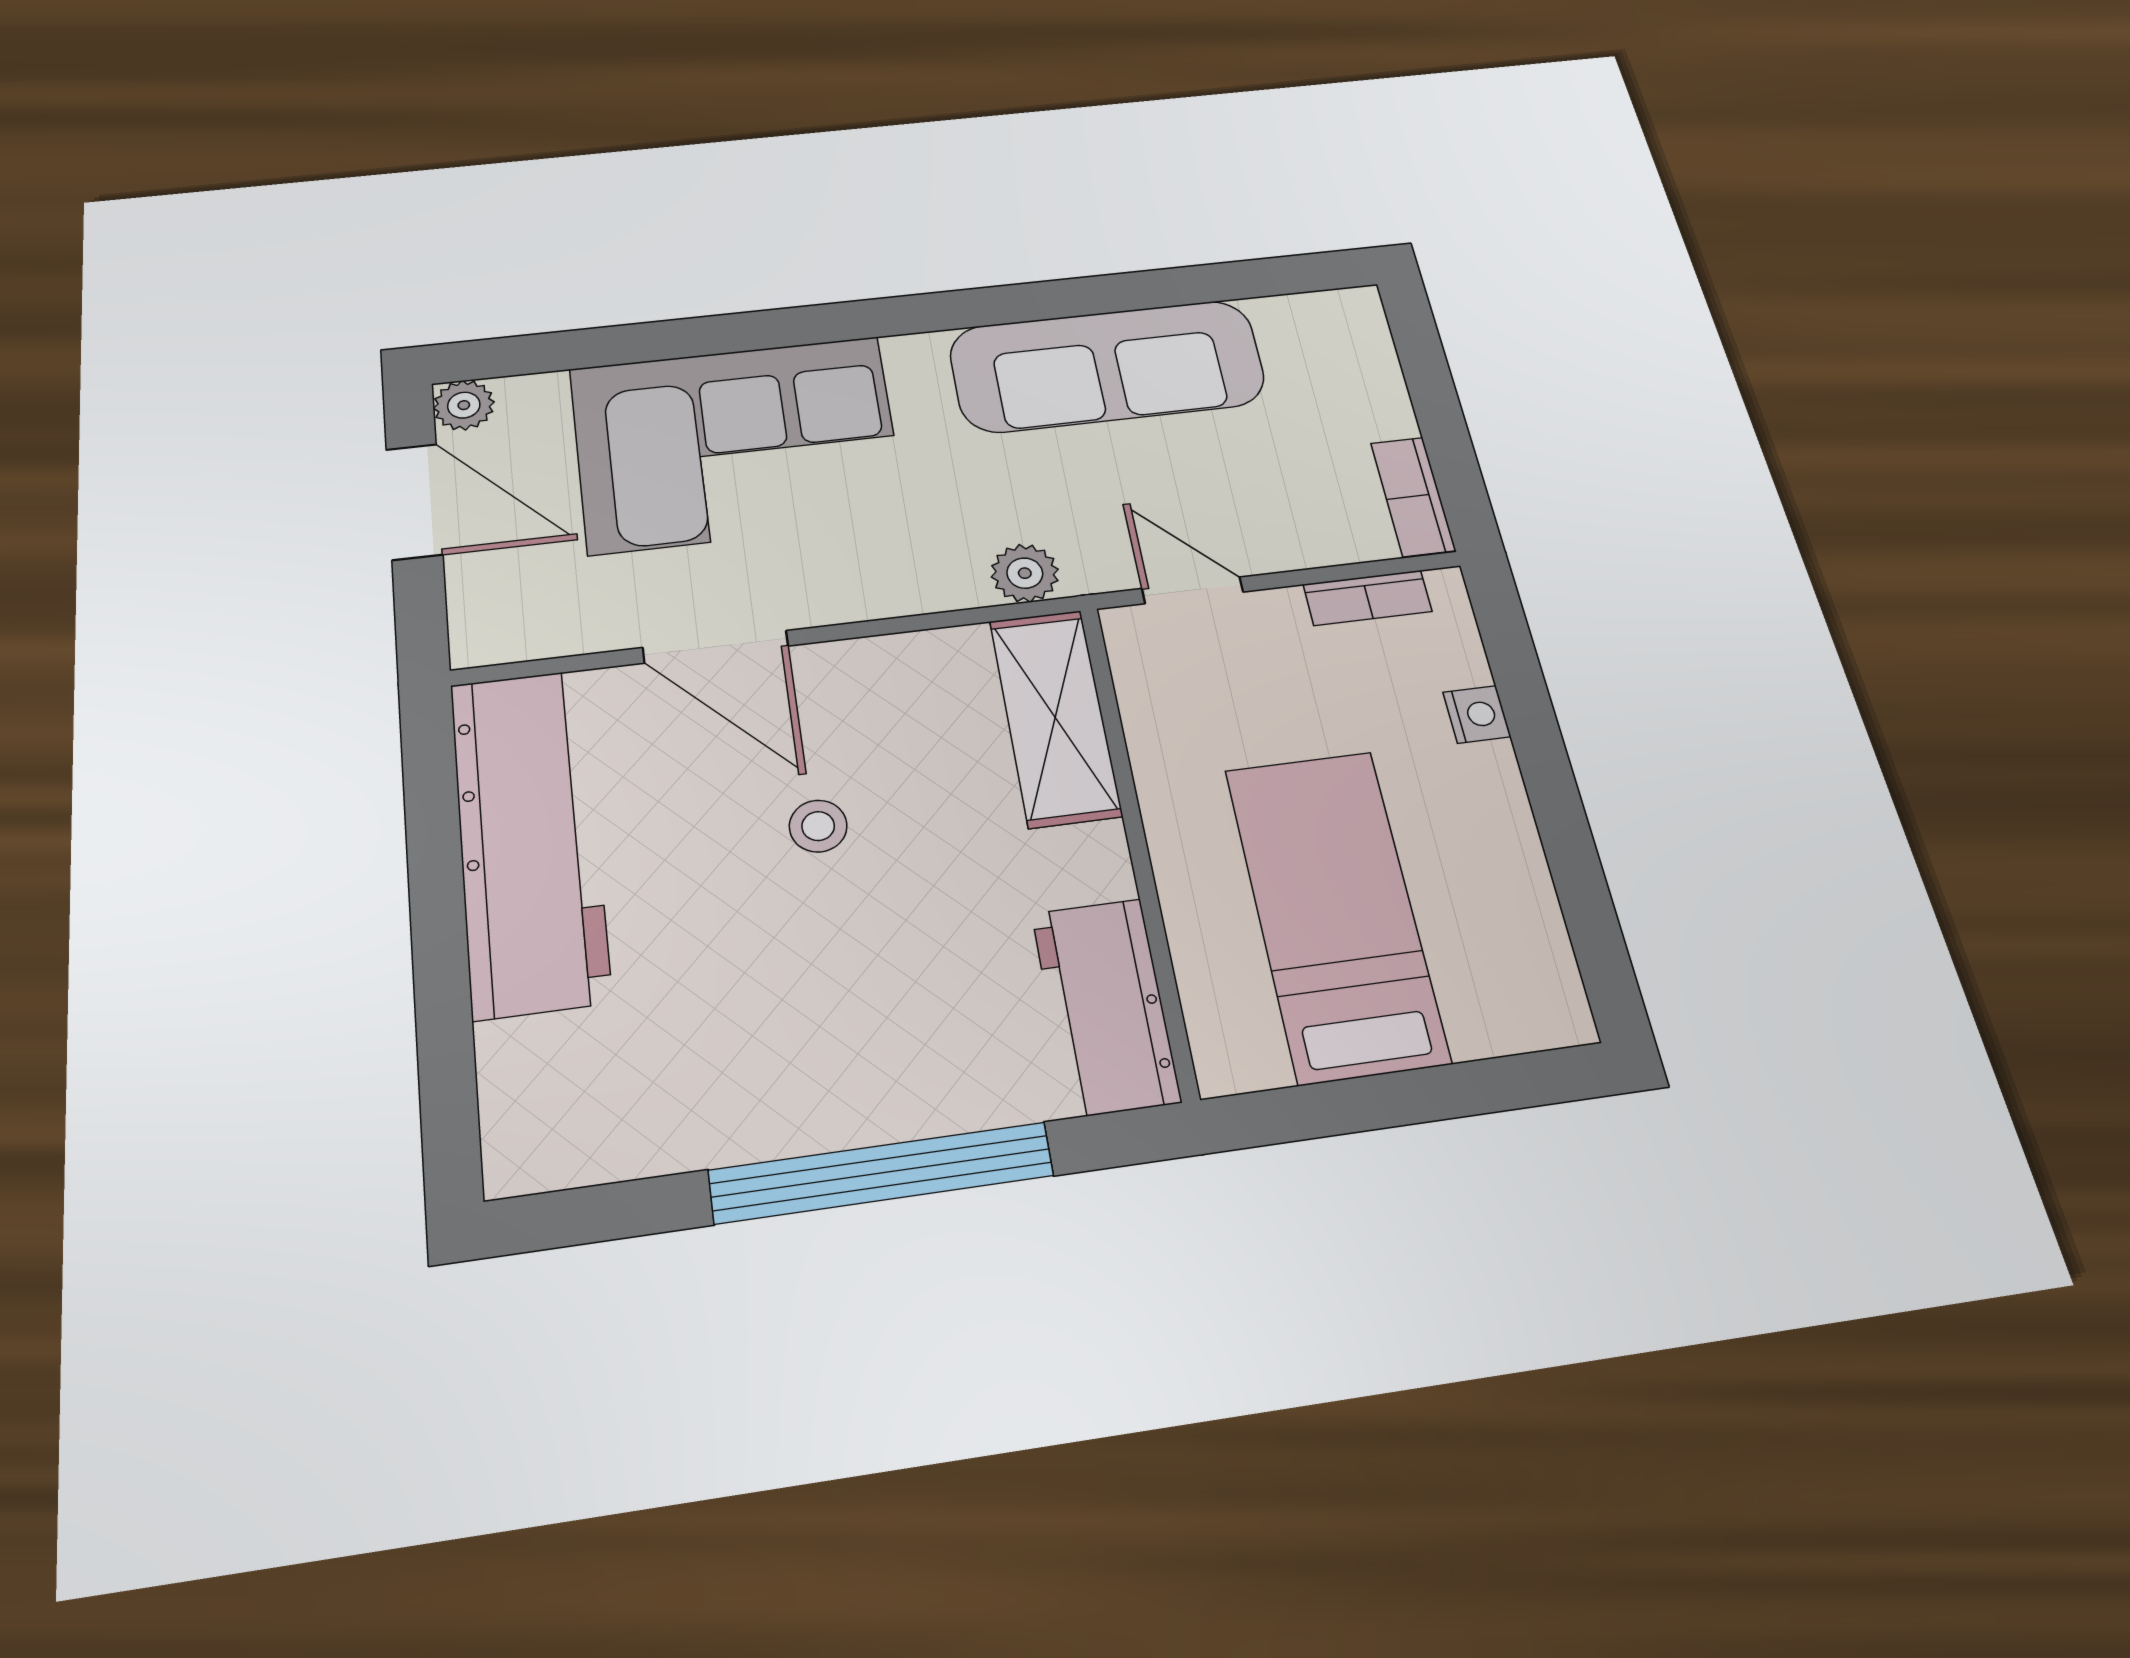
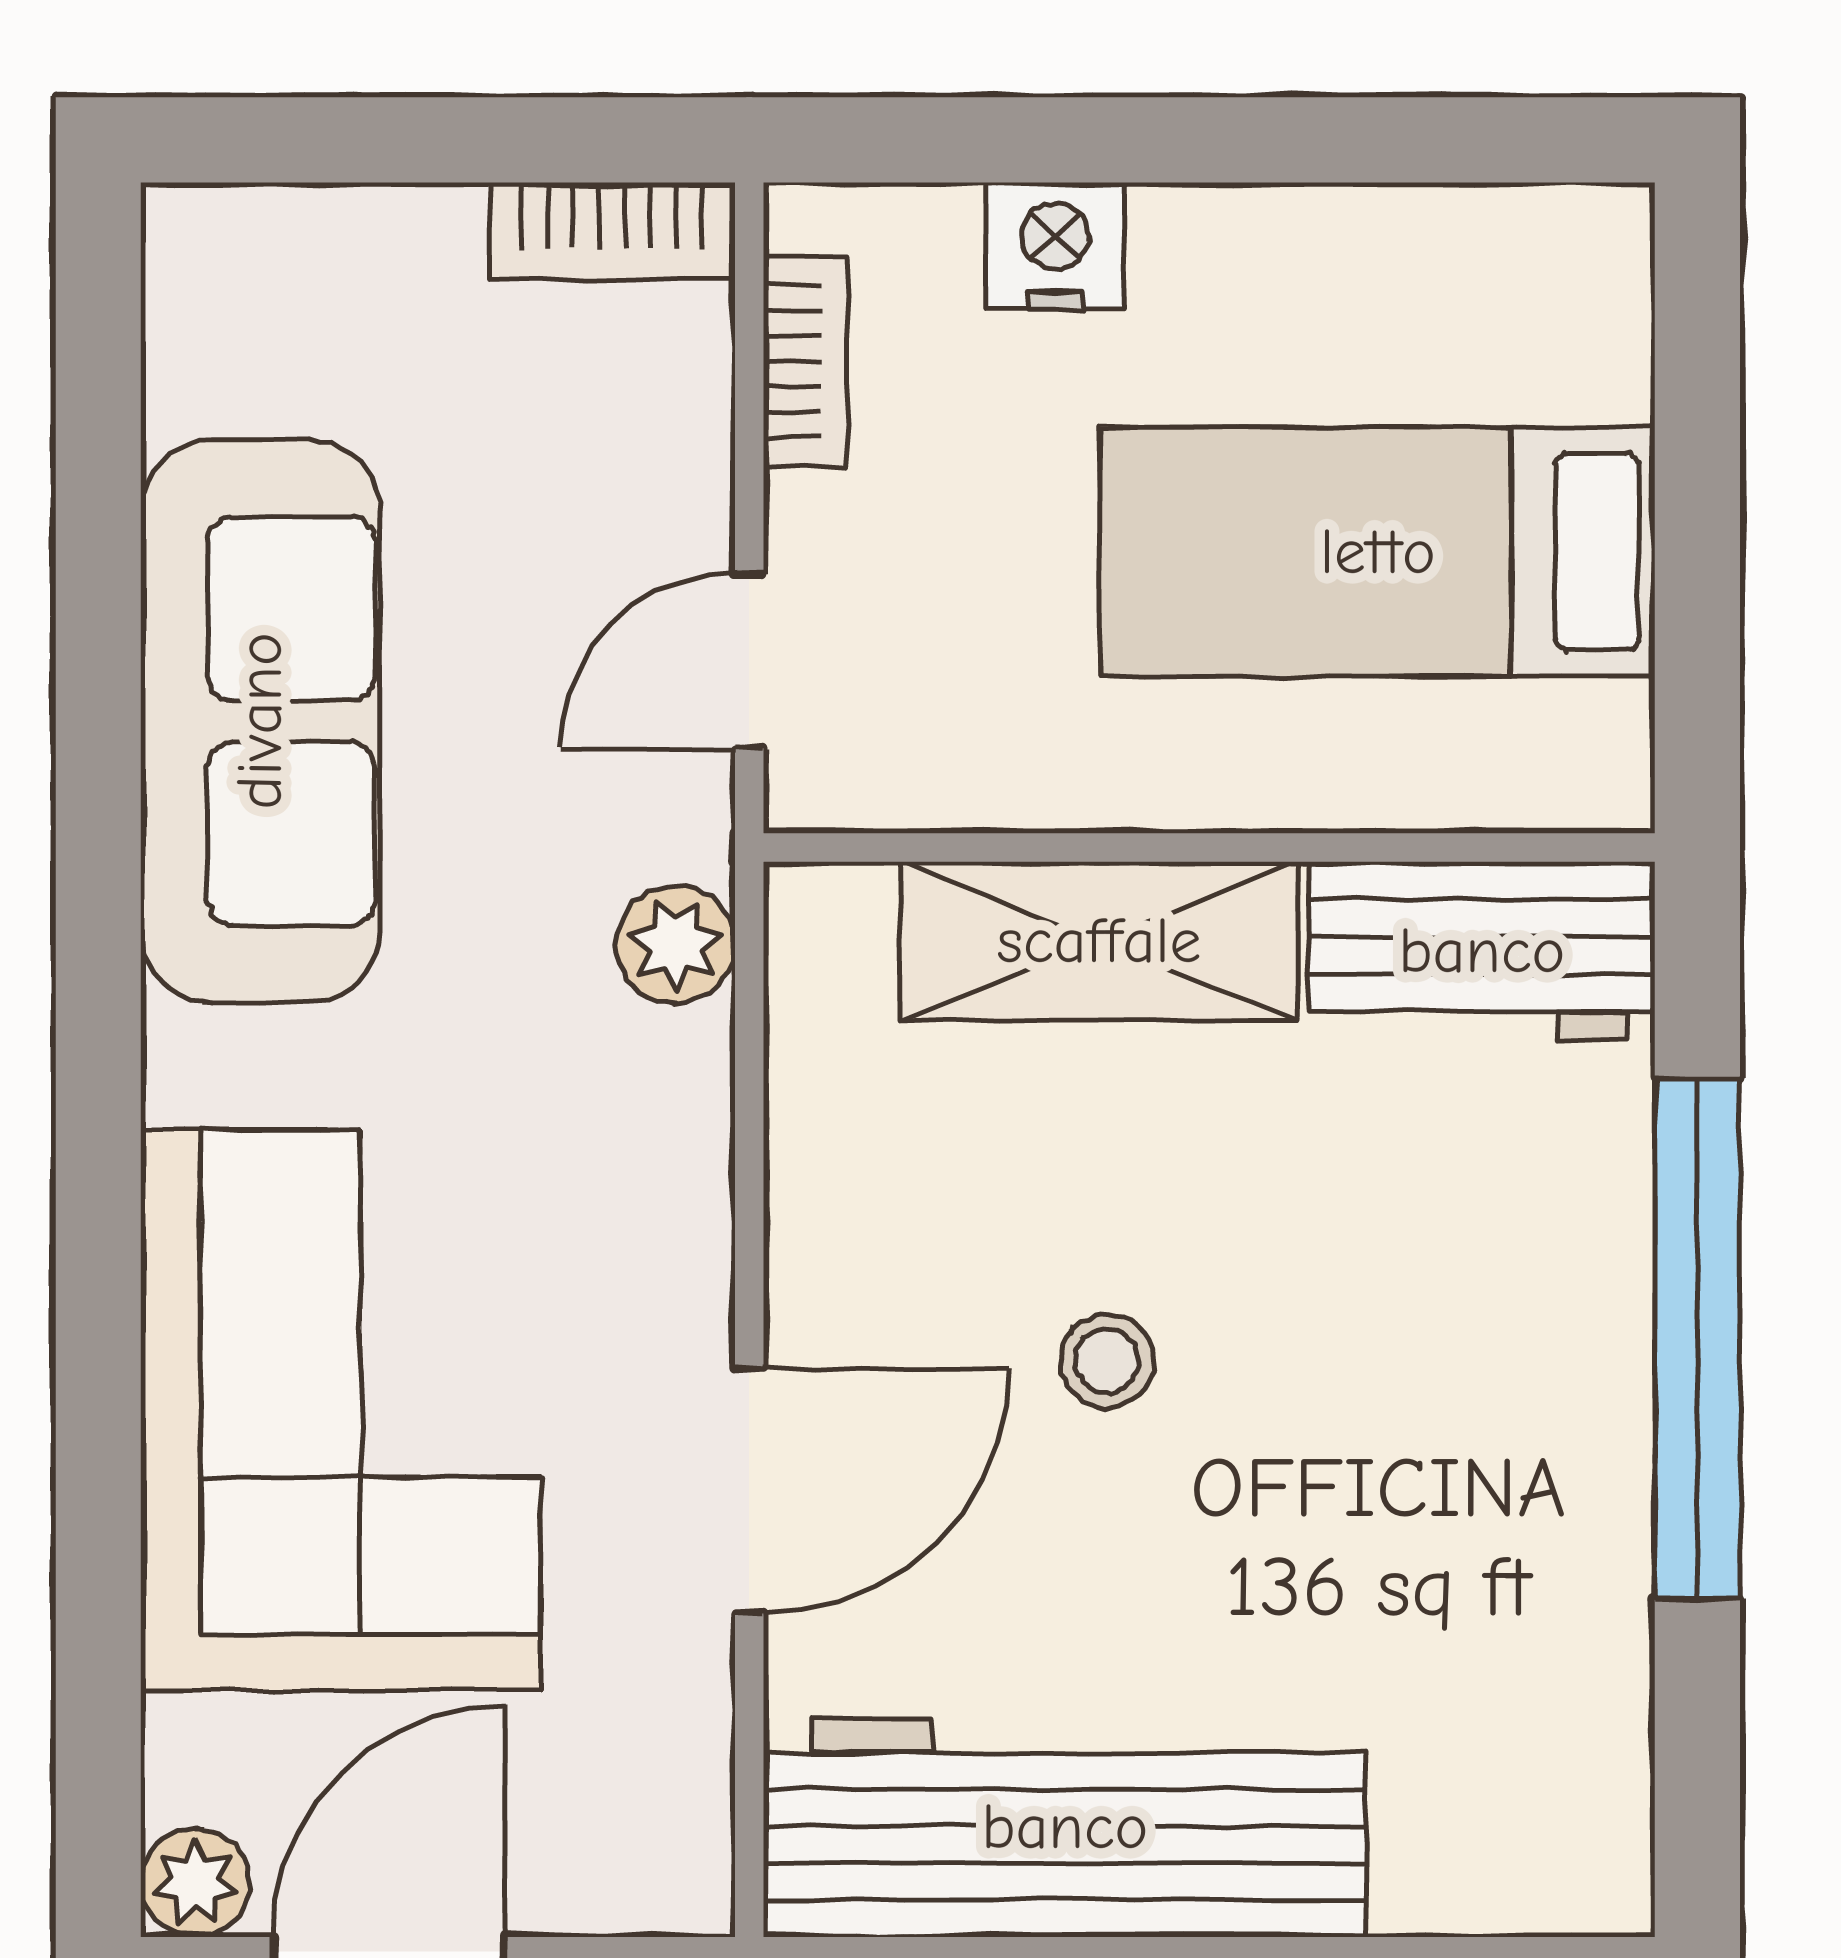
nightstand: (1477, 714) -> (1055, 246), width x1.39, depth x1.35
shelving: (1055, 717) -> (1099, 941), moved

